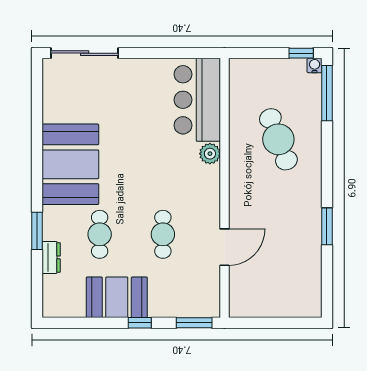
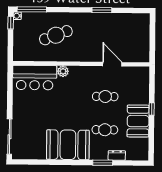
window: (194, 323) -> (152, 81), removed

